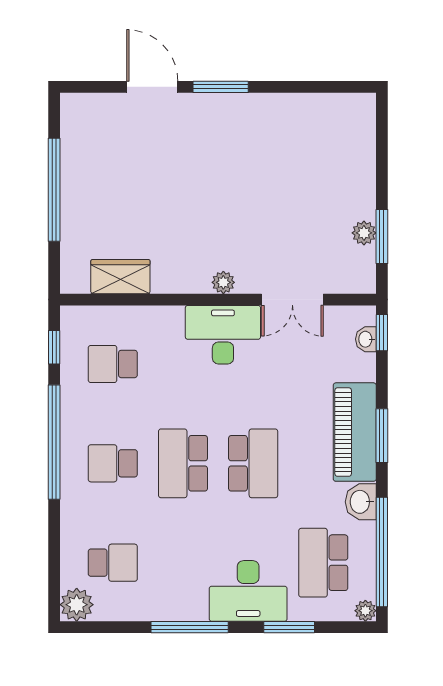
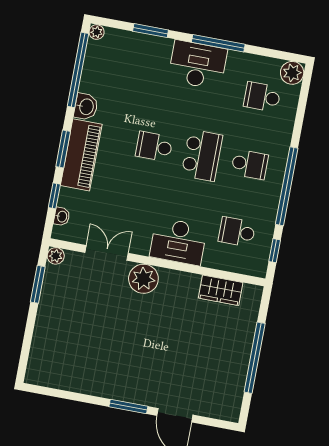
plant: (364, 233) -> (56, 256), moved
plant: (223, 282) -> (143, 279), width x1.88, depth x1.88
window: (382, 333) -> (54, 196), moved
desk: (223, 335) -> (178, 241), moved
school desk: (113, 364) -> (237, 232), turned 180
school desk: (253, 463) -> (154, 147), width x0.54
school desk: (323, 563) -> (119, 70), removed
desk: (248, 591) -> (198, 65), moved

